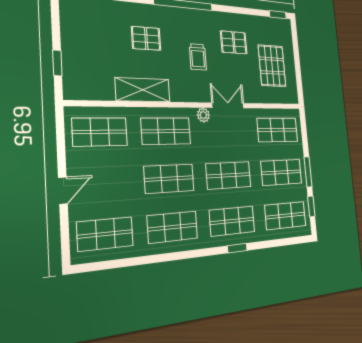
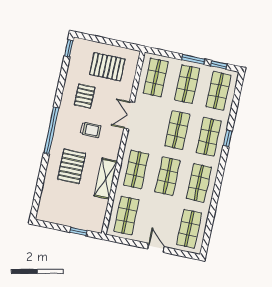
pallet: (146, 38) -> (72, 166), width x1.50, depth x1.42
plant: (203, 115) -> (132, 138), removed

